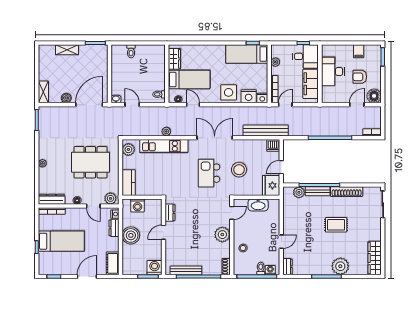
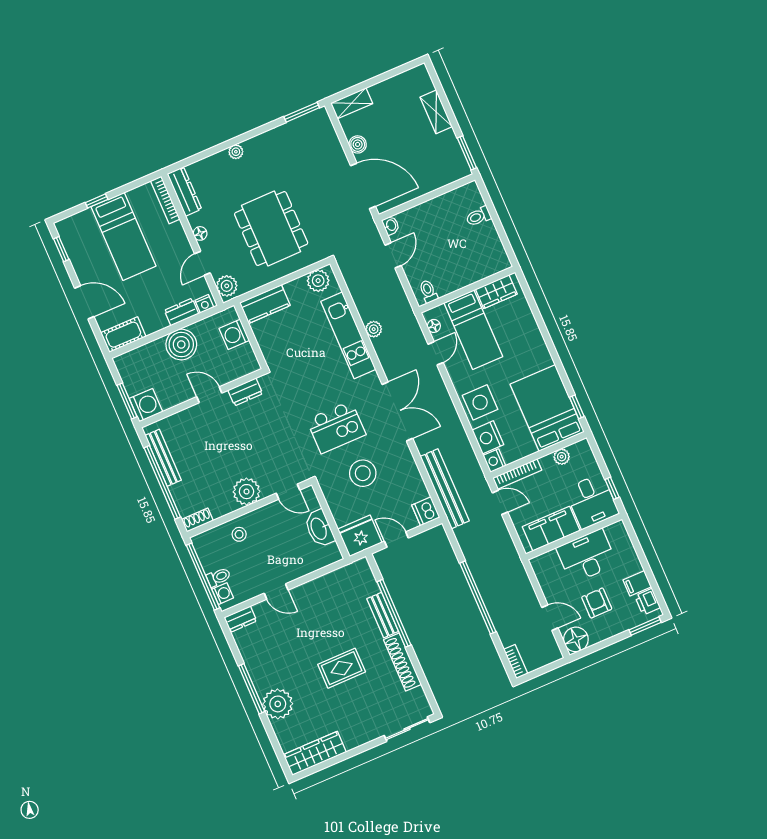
printer: (371, 50) -> (647, 602), added
bed: (247, 54) -> (547, 408), width x1.50
kitchen island: (209, 173) -> (336, 427), turned 180
plant: (299, 192) -> (368, 586), removed
rug: (336, 225) -> (342, 668), turned 90

